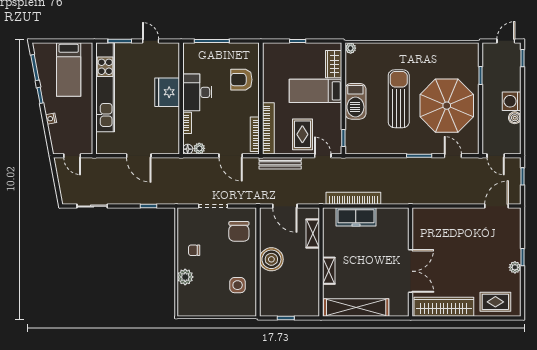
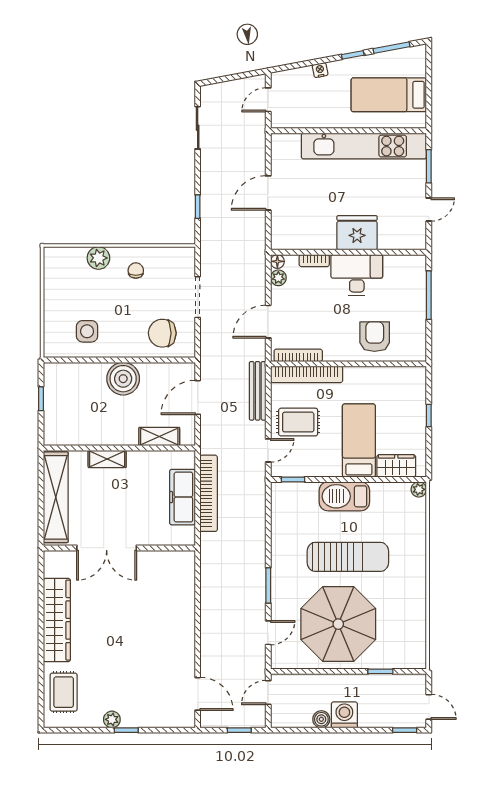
wall: (411, 262) -> (119, 548), moved
double door: (411, 271) -> (107, 548), moved

